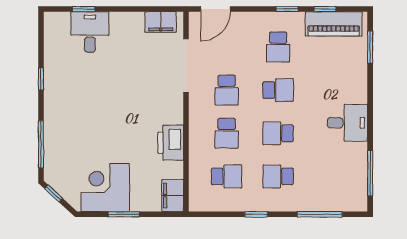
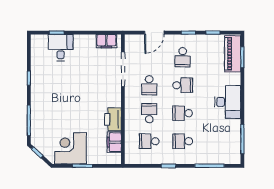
door: (215, 9) -> (154, 33), moved
piano: (334, 24) -> (233, 54), moved, turned 90
desk: (347, 123) -> (228, 102), width x1.37
school desk: (227, 133) -> (149, 113), turned 180
school desk: (227, 176) -> (149, 141), turned 180
filing cabinet: (173, 196) -> (114, 142), moved

